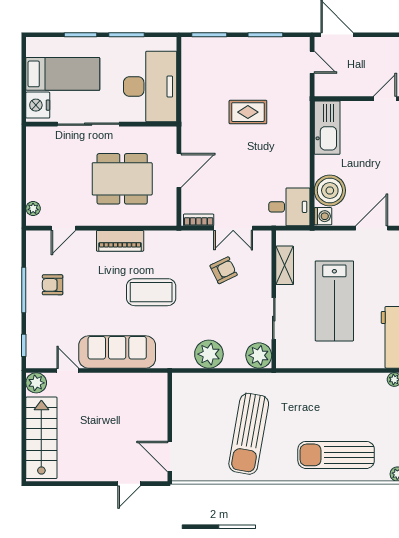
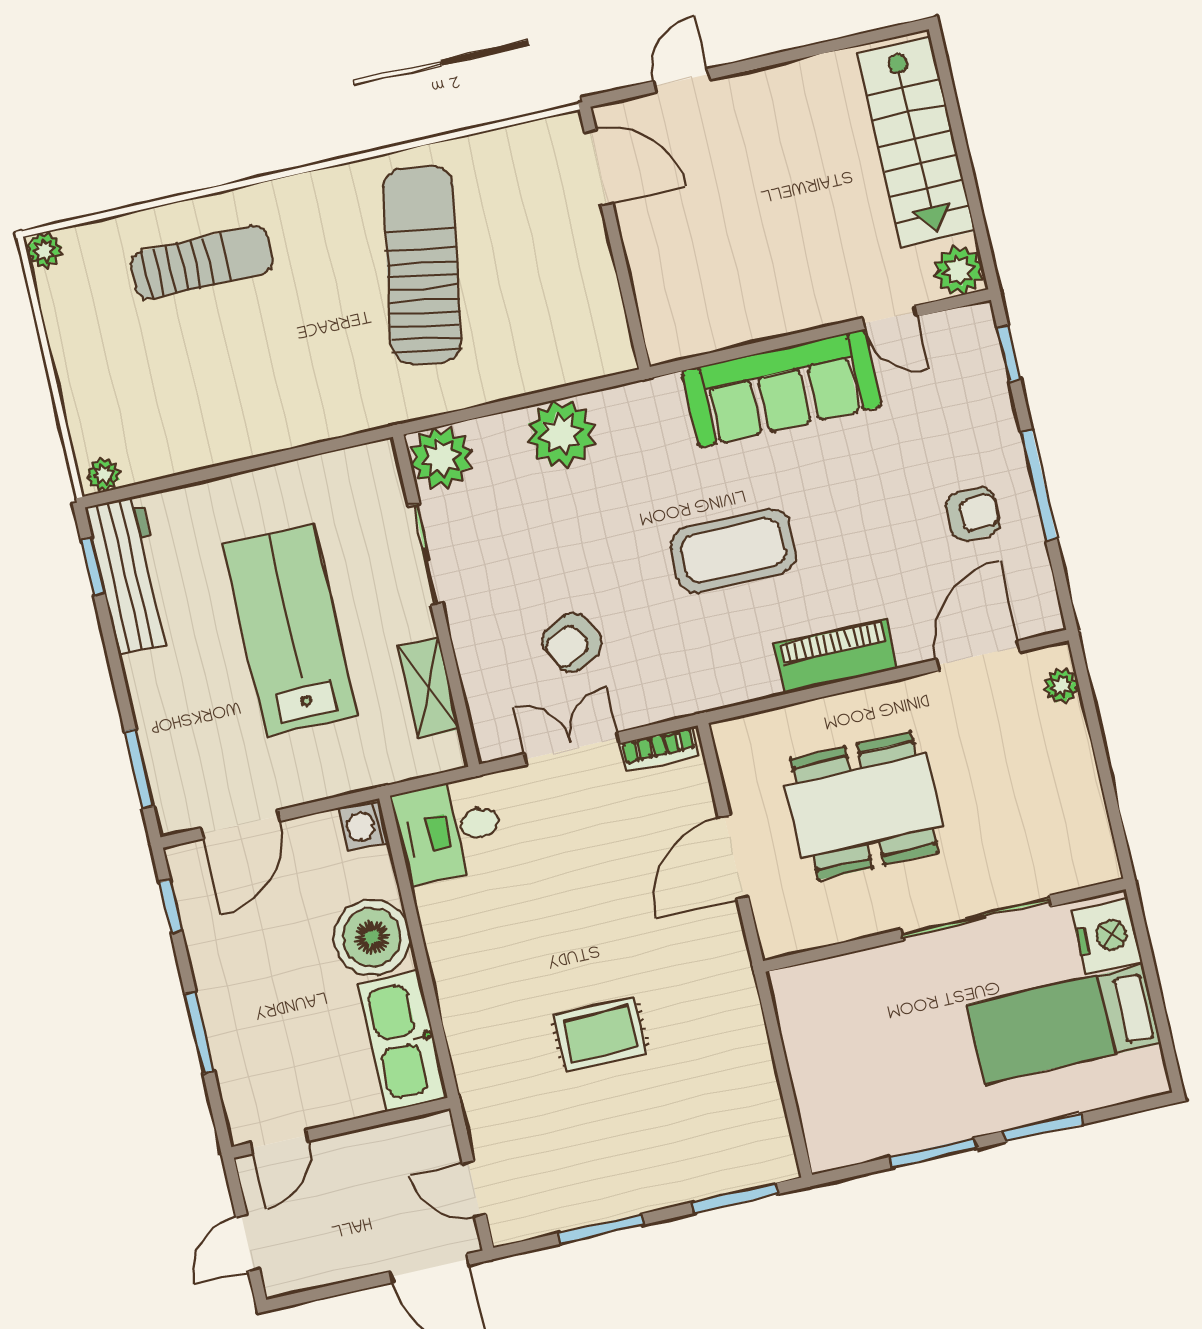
desk: (150, 87) -> (848, 1042), removed
boiler: (330, 190) -> (372, 937), moved
door: (63, 228) -> (978, 656), width x1.38
sun lounger: (336, 455) -> (202, 262), width x0.73, depth x0.75

